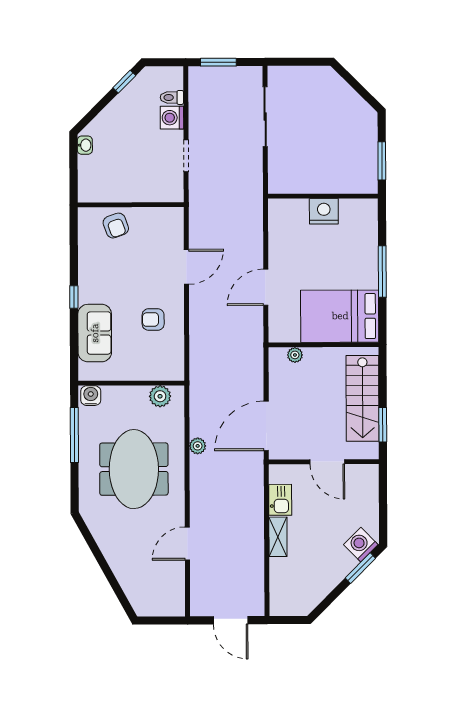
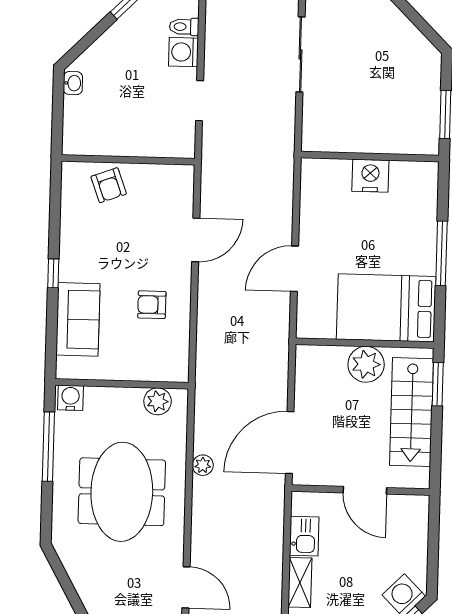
plant: (295, 355) -> (366, 364), moved, width x1.88, depth x1.88
window: (383, 425) -> (438, 384), moved
door: (187, 544) -> (186, 587), swing flipped

